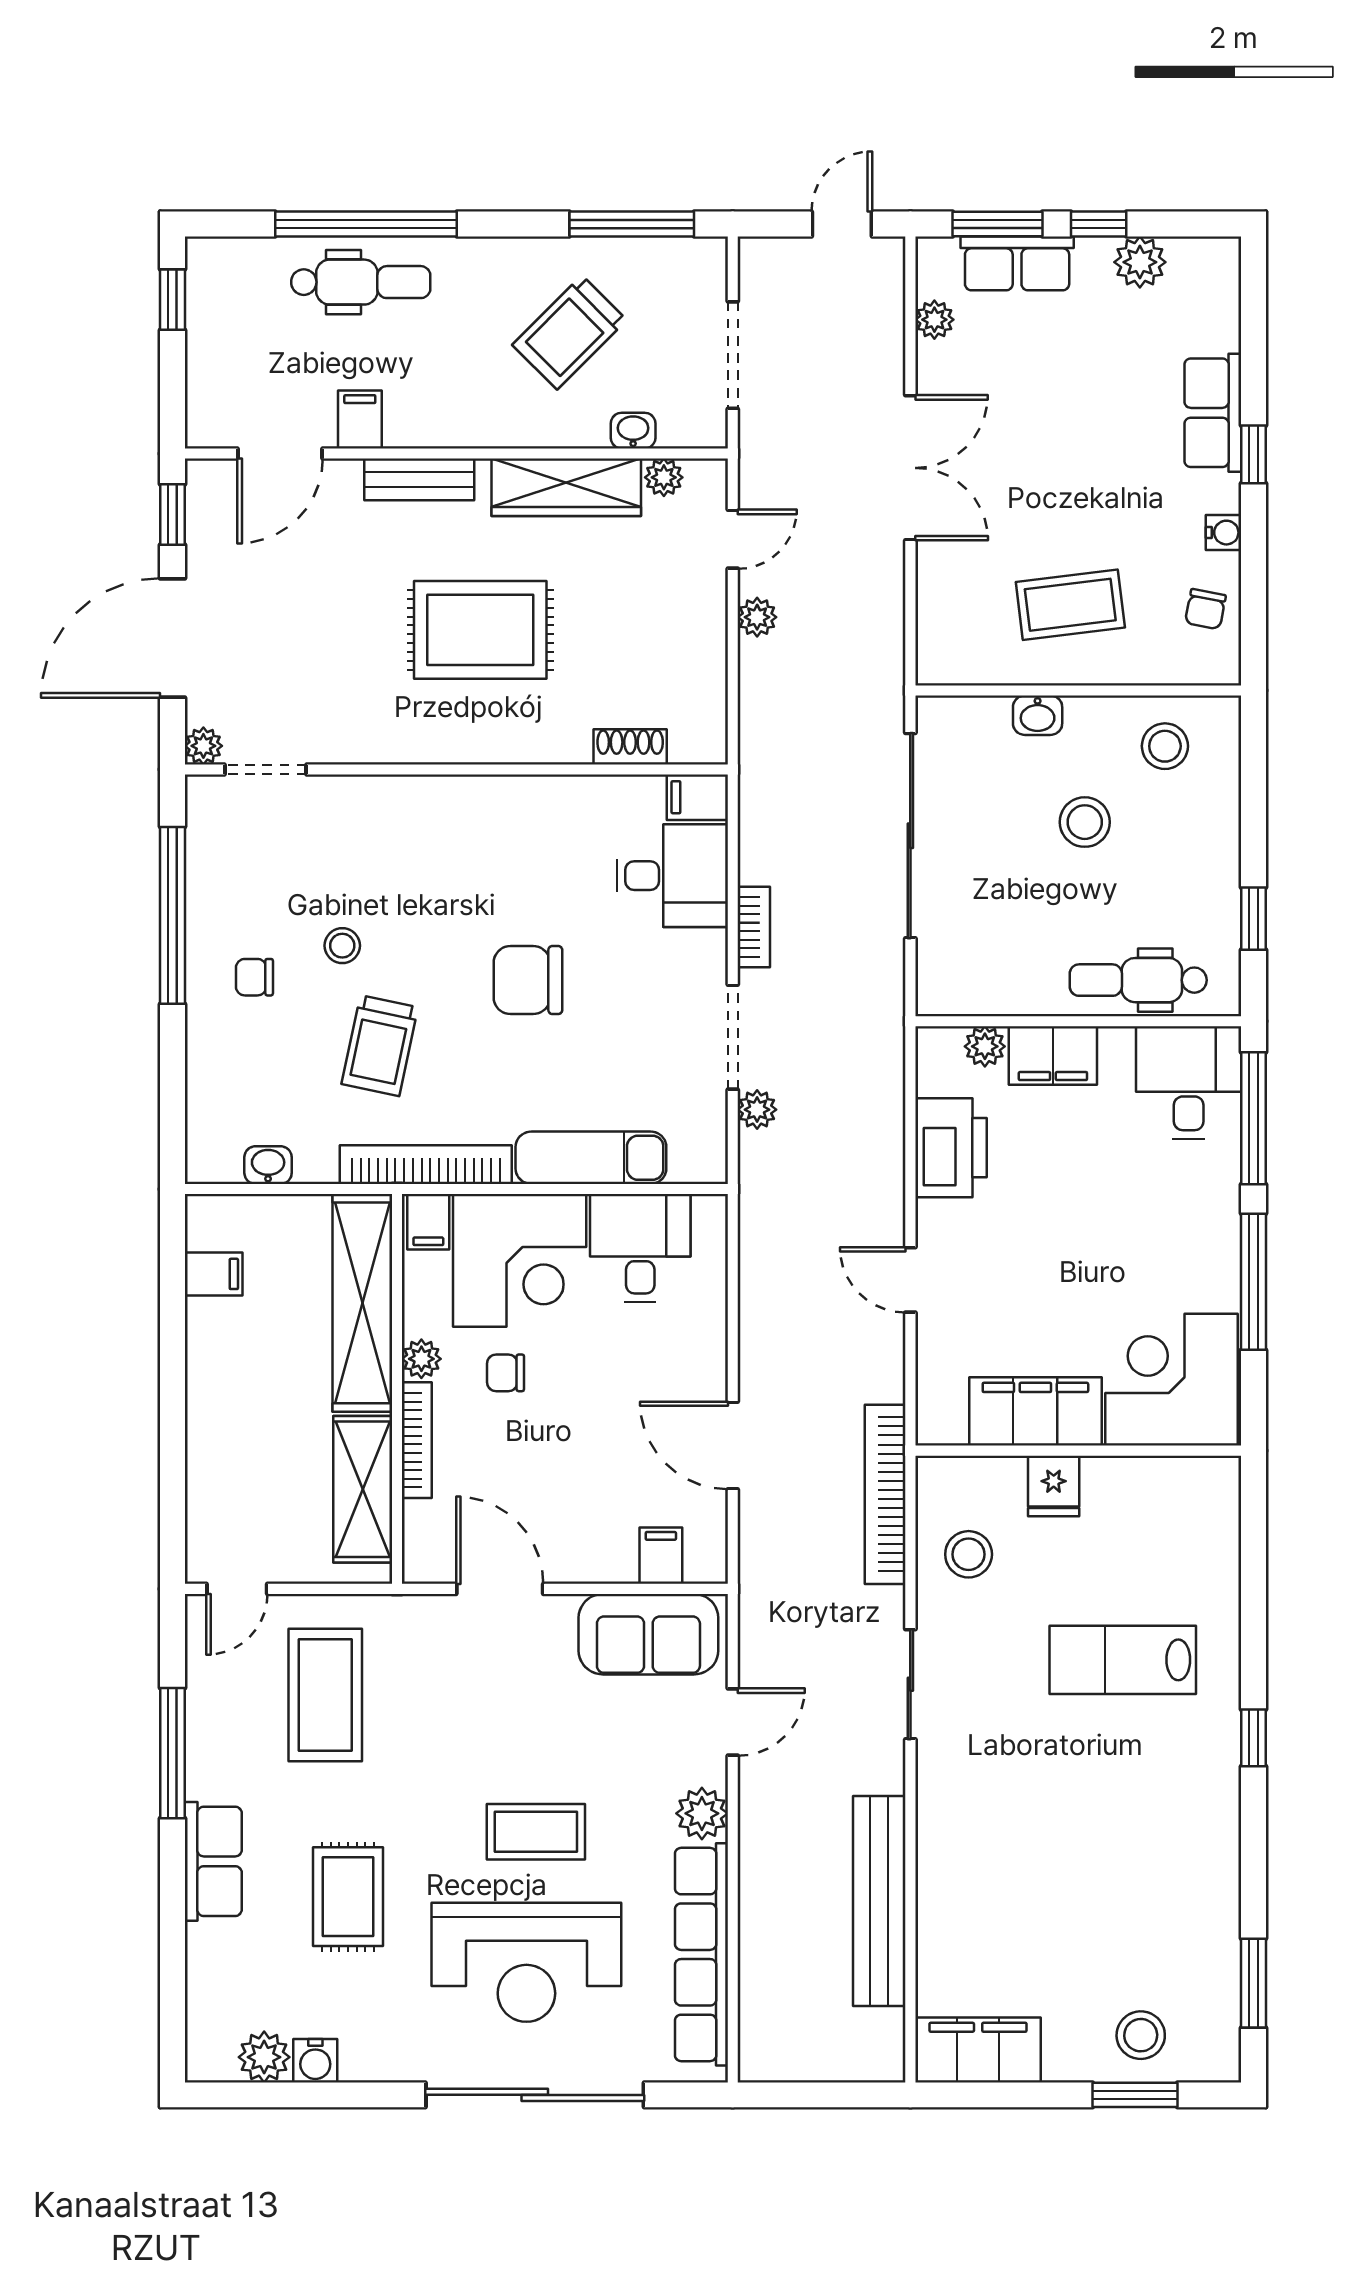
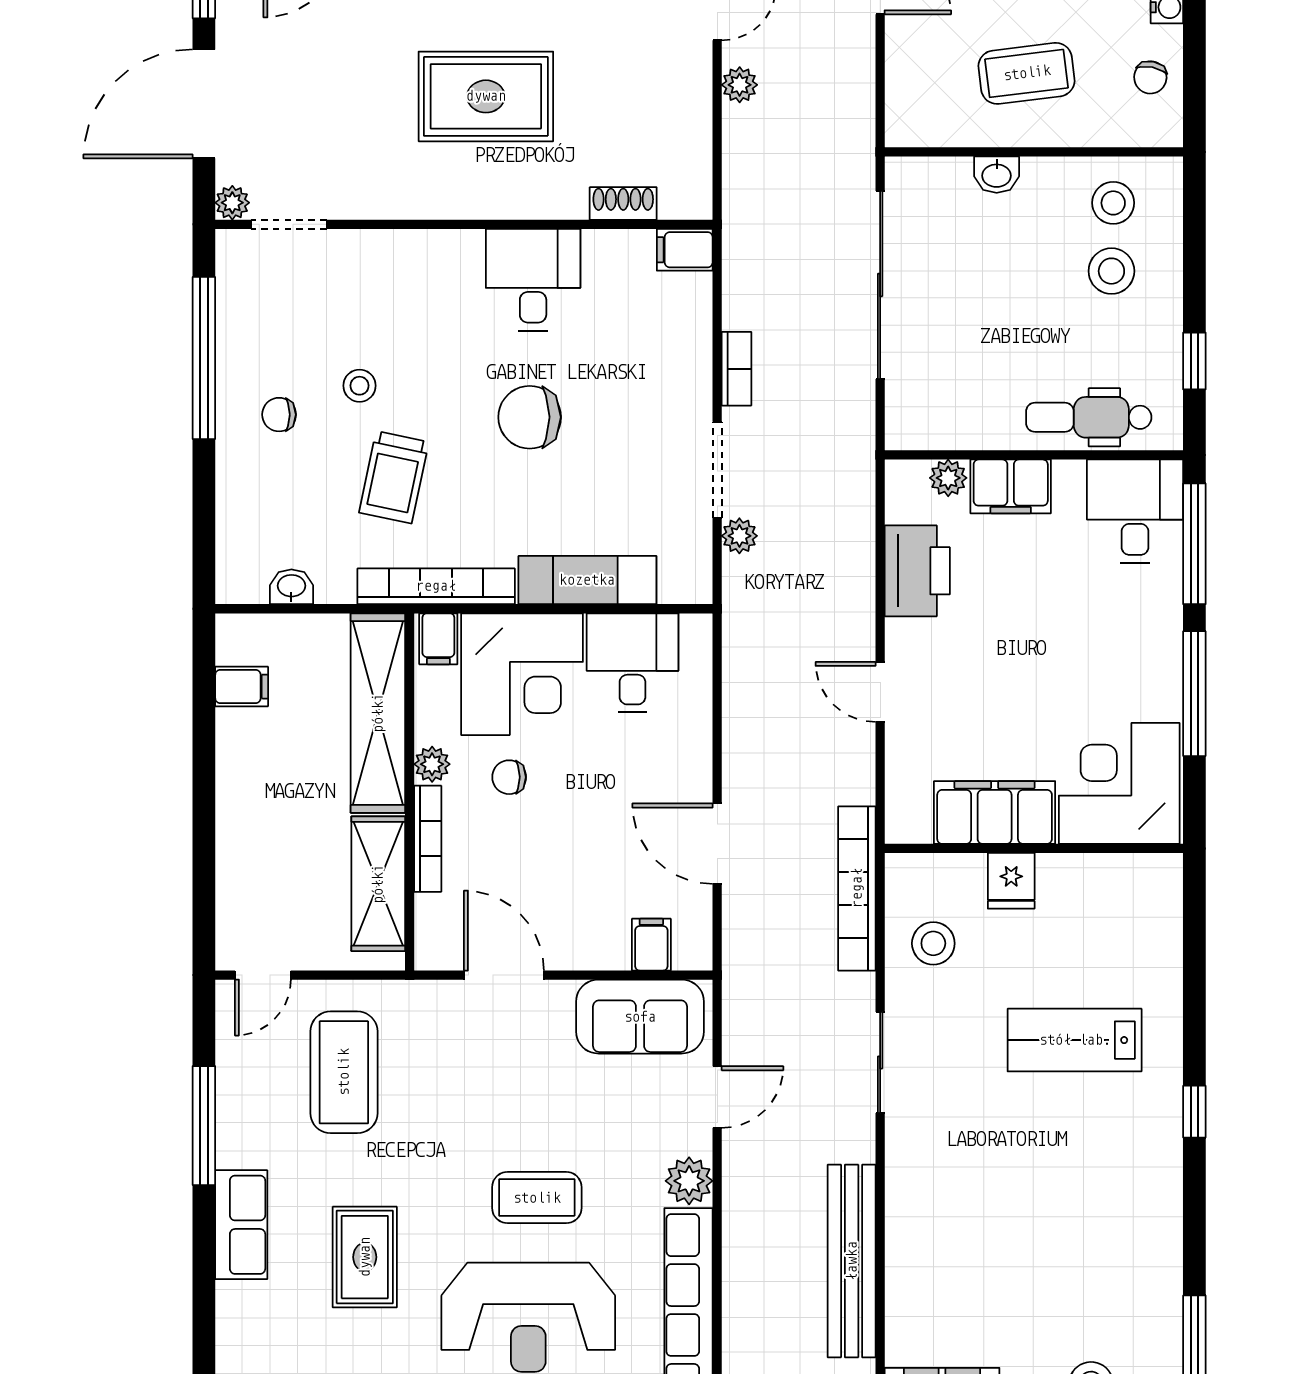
stool: (1085, 822) -> (1111, 271), moved
desk: (672, 876) -> (533, 280), moved, turned -90

